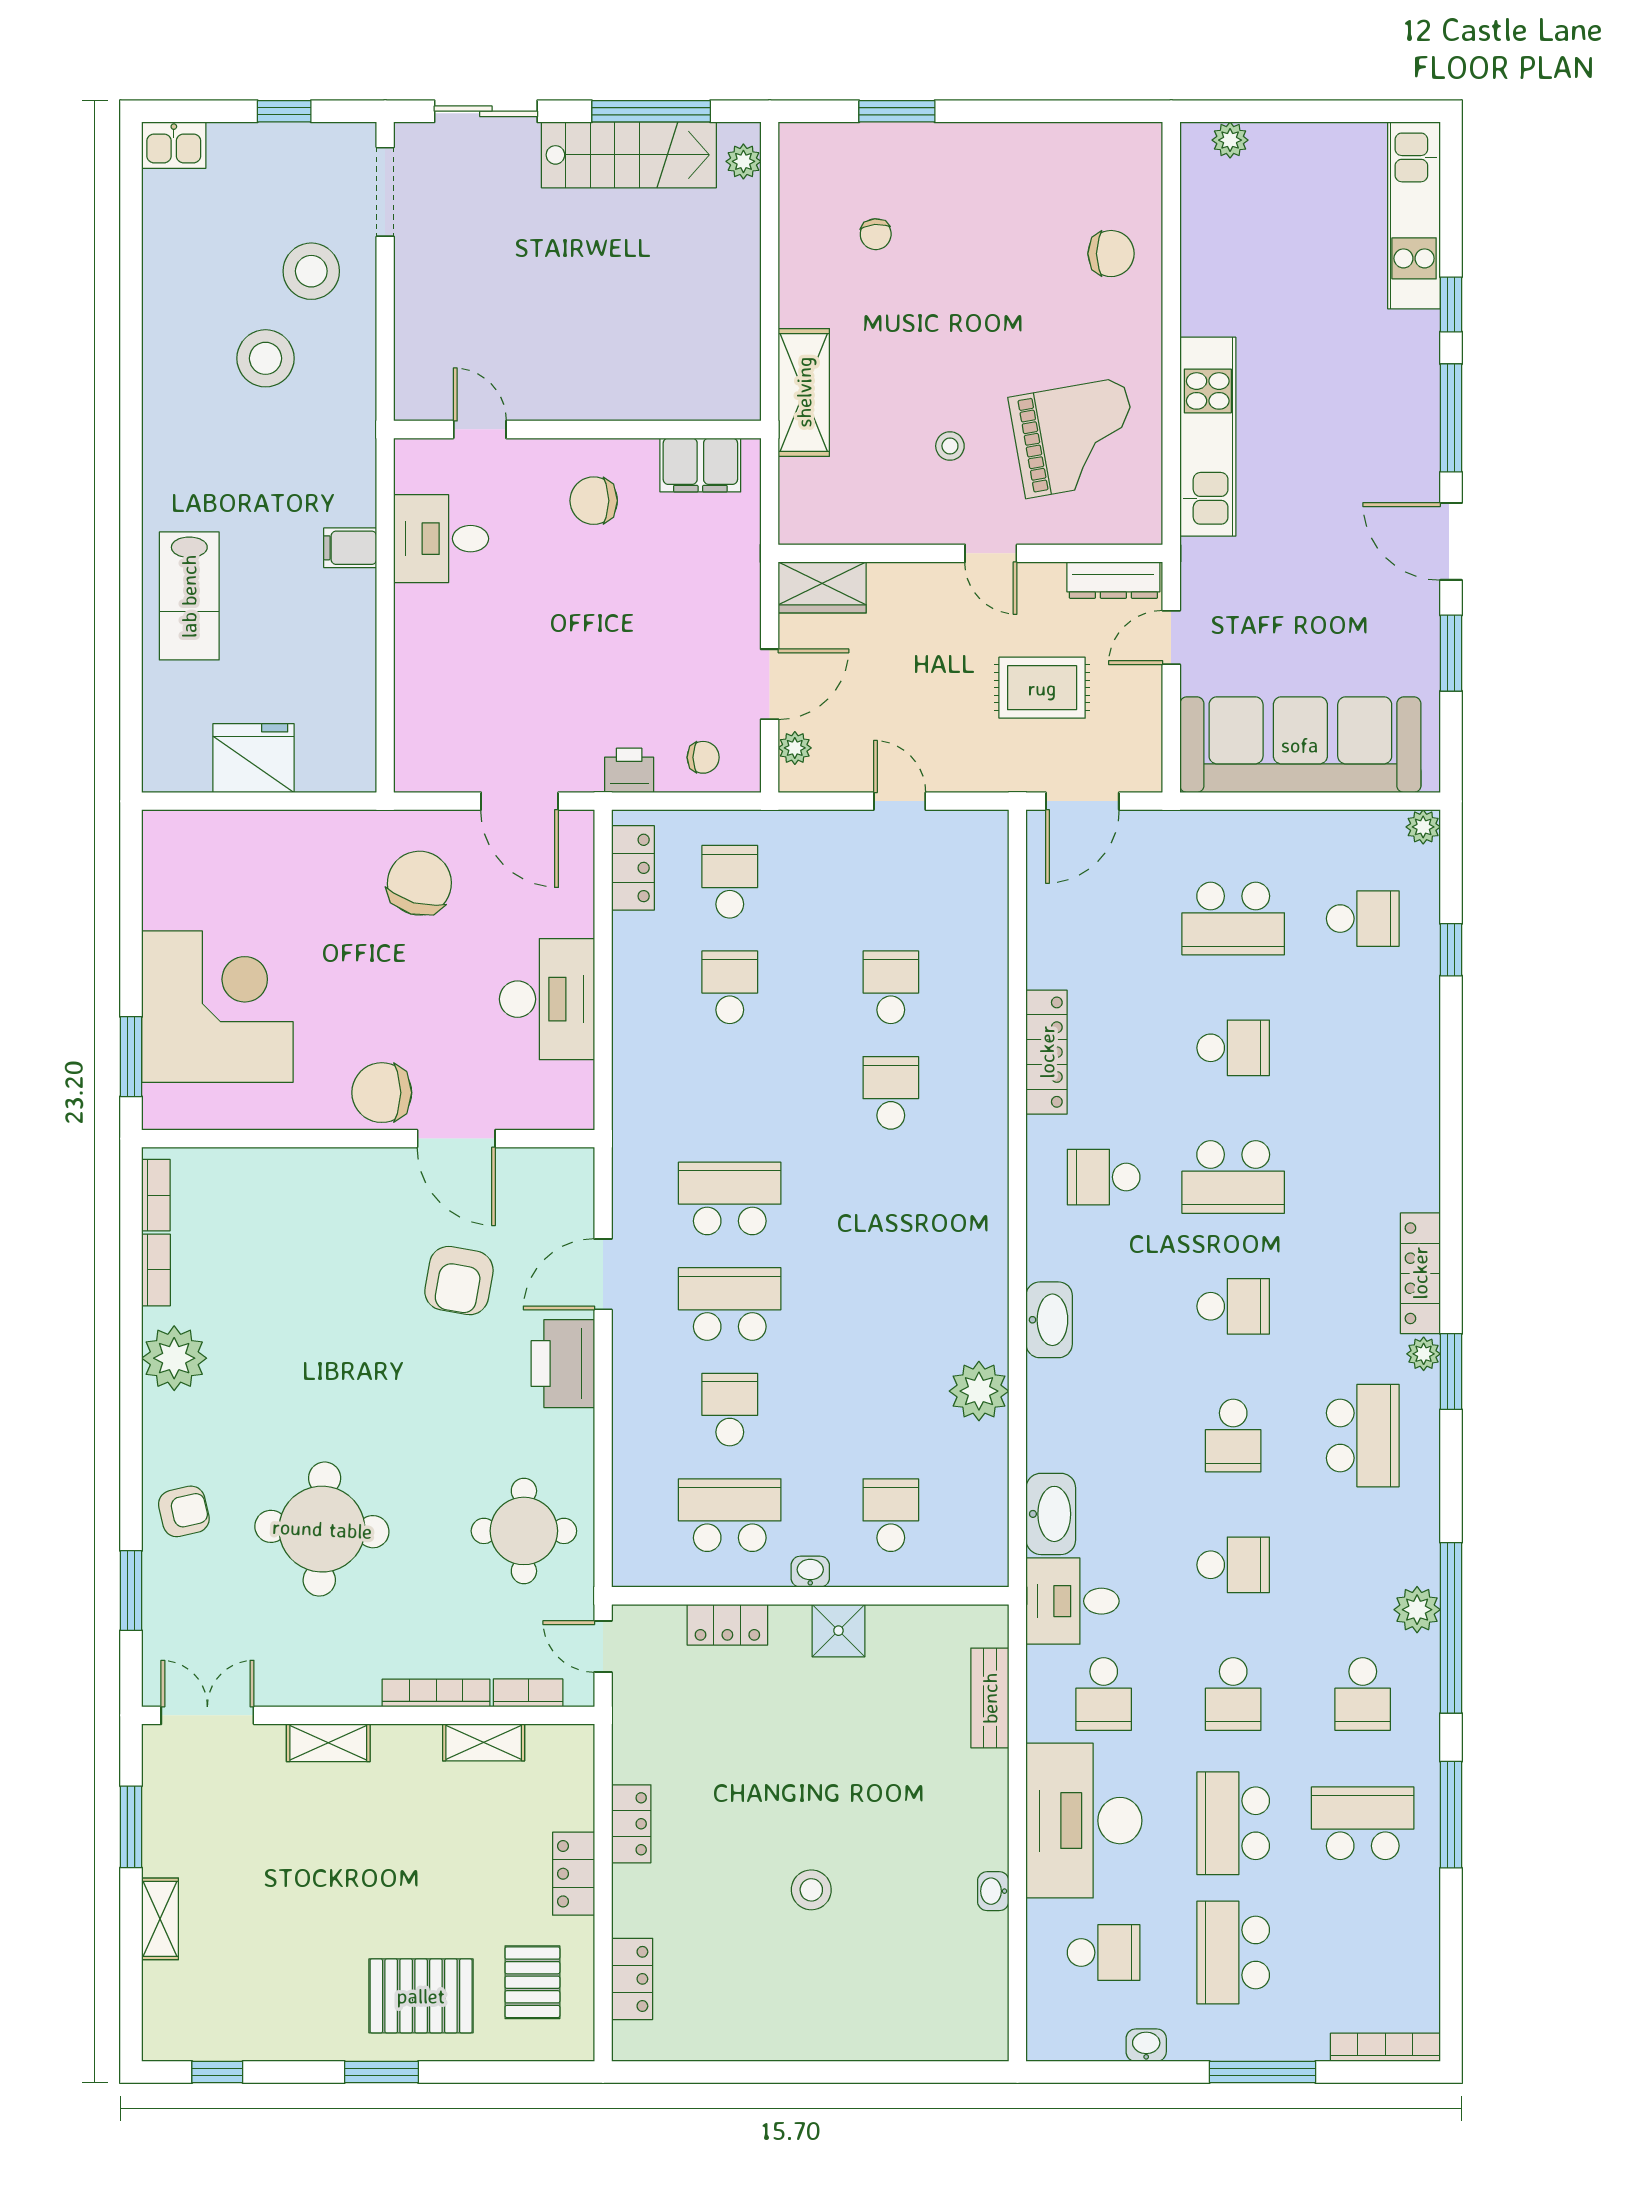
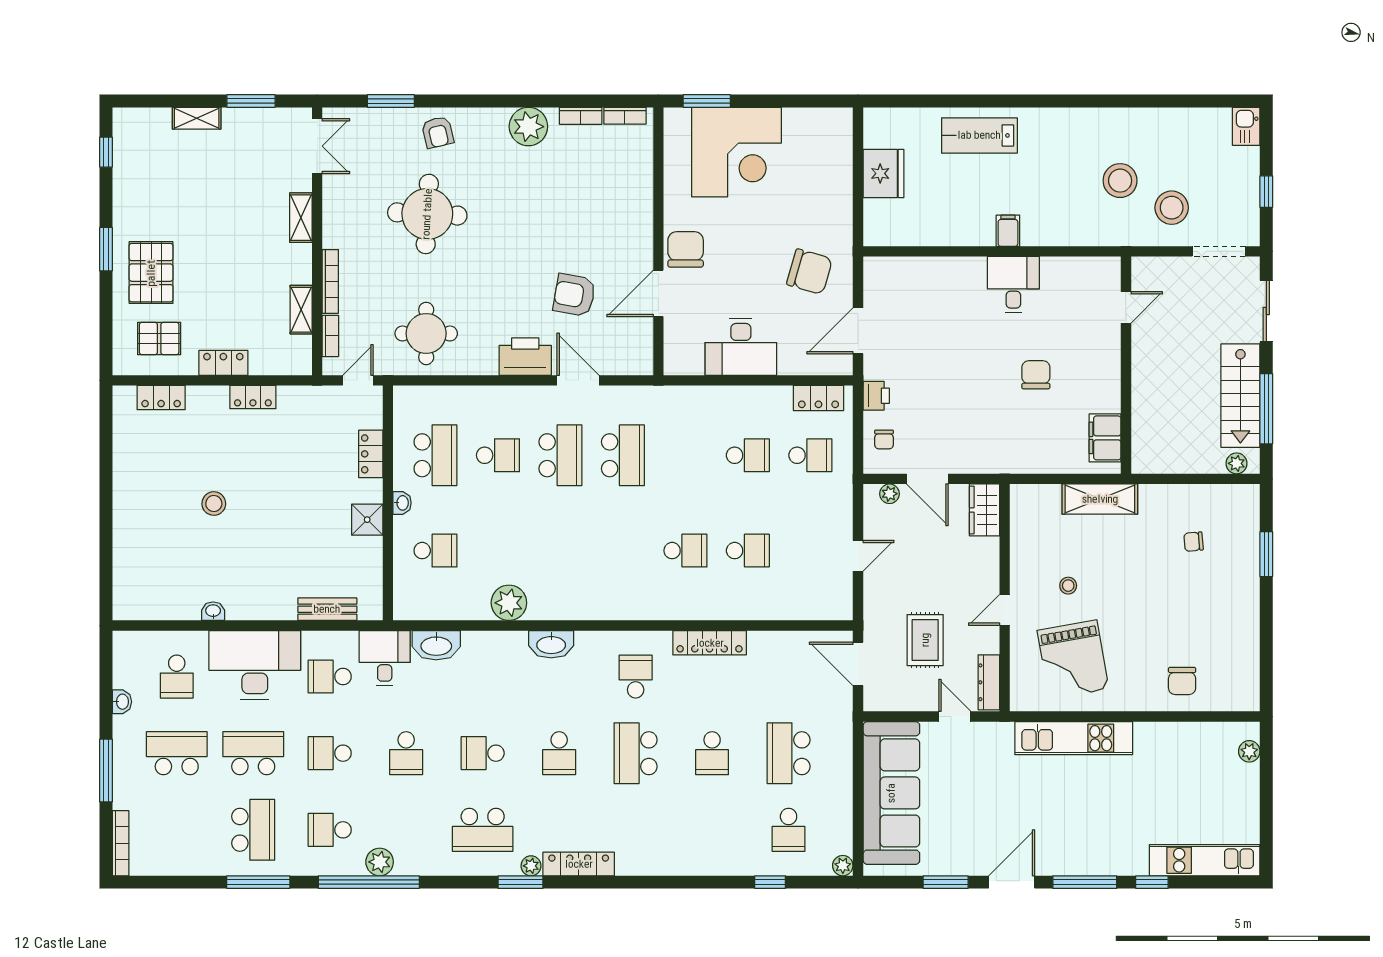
door: (480, 429) -> (1126, 307), moved
wall: (577, 429) -> (1126, 365), moved
filing cabinet: (700, 465) -> (1105, 438), moved

